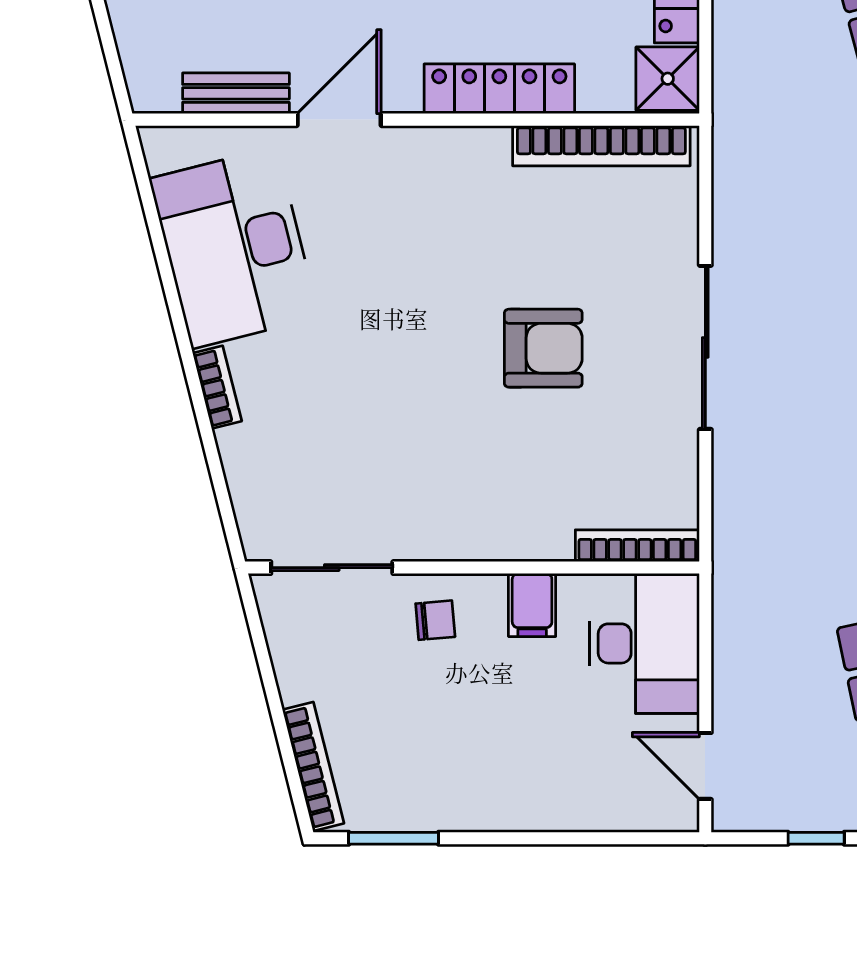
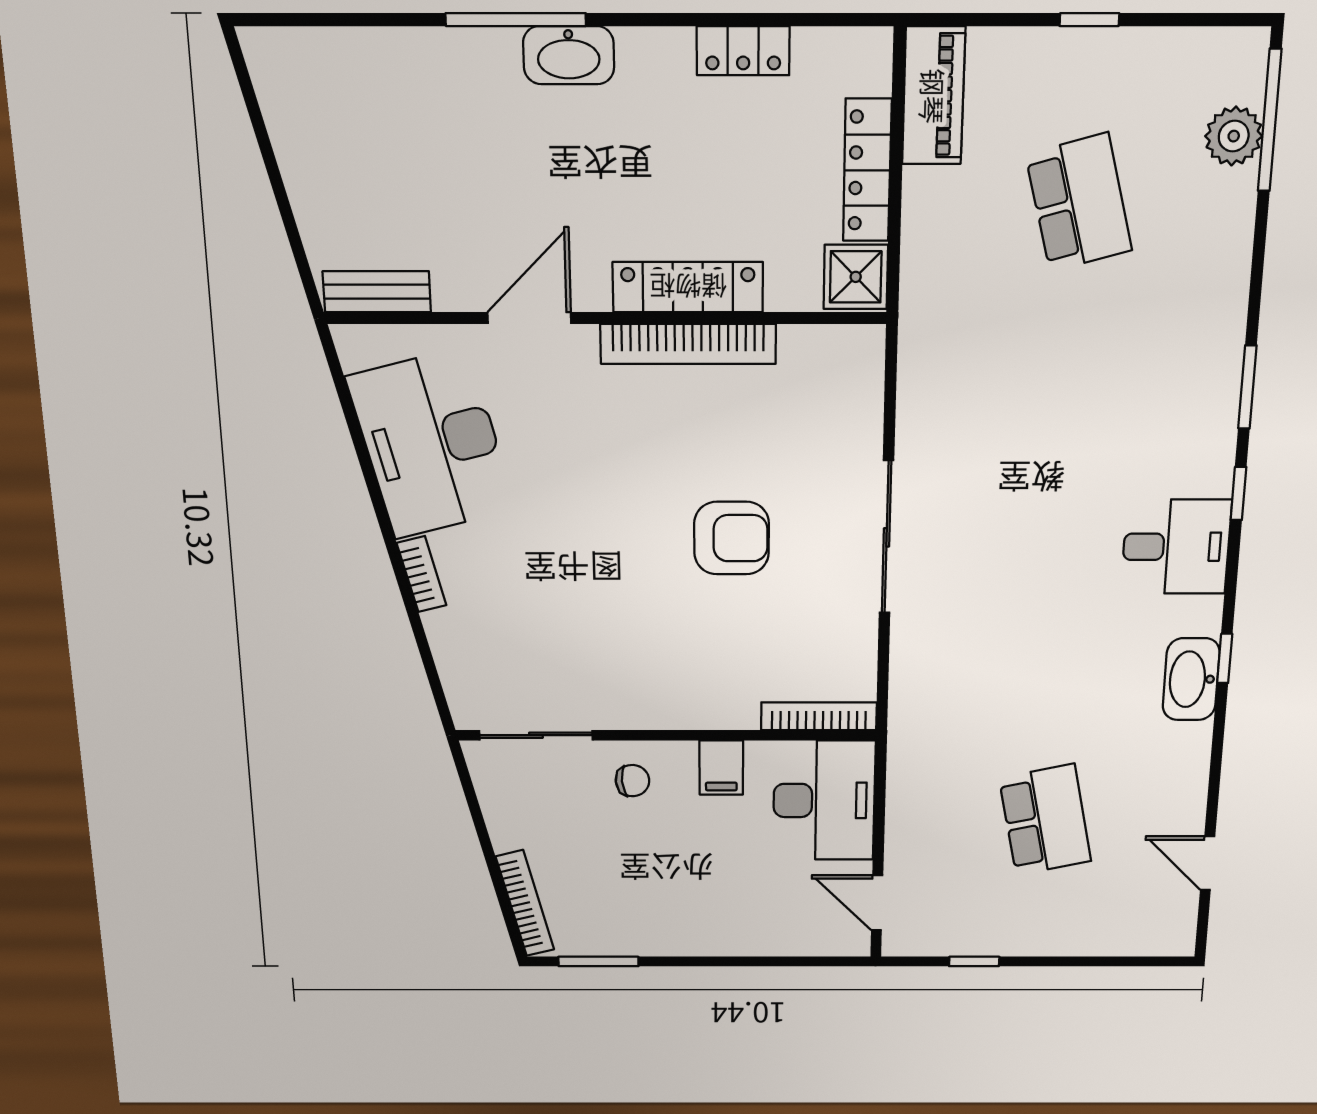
bench: (236, 93) -> (377, 292), moved
bookcase: (601, 146) -> (688, 344), moved

